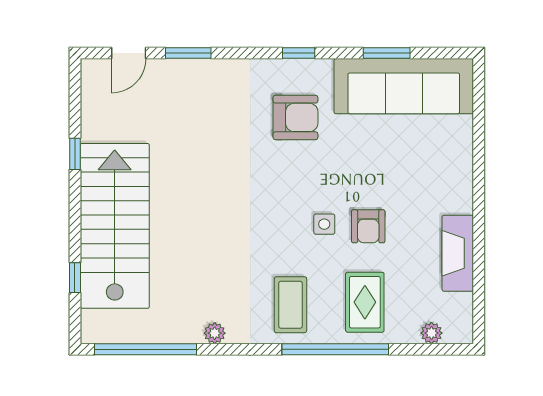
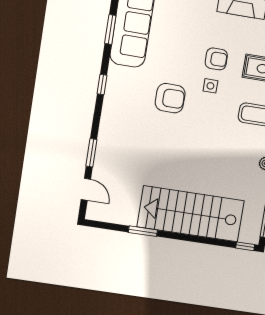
armchair: (295, 117) -> (170, 98), moved, turned 90
window: (75, 154) -> (143, 231), width x1.50
window: (75, 278) -> (245, 246), moved

